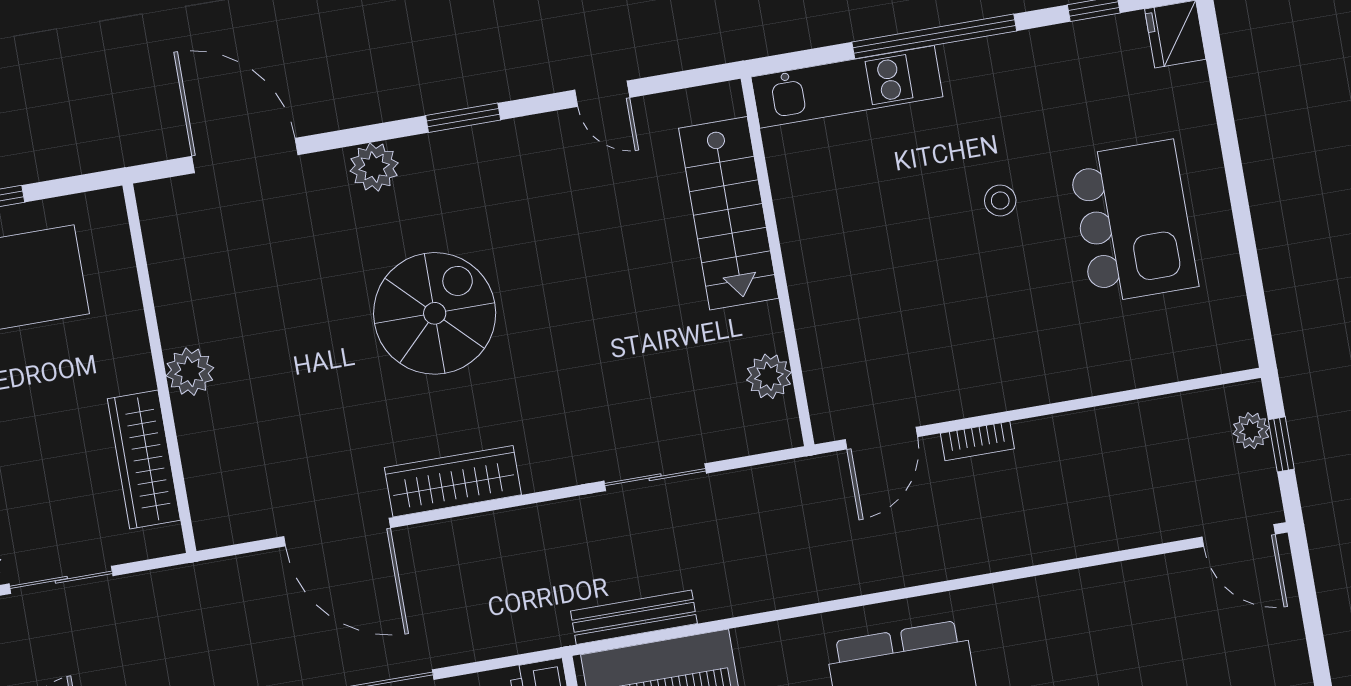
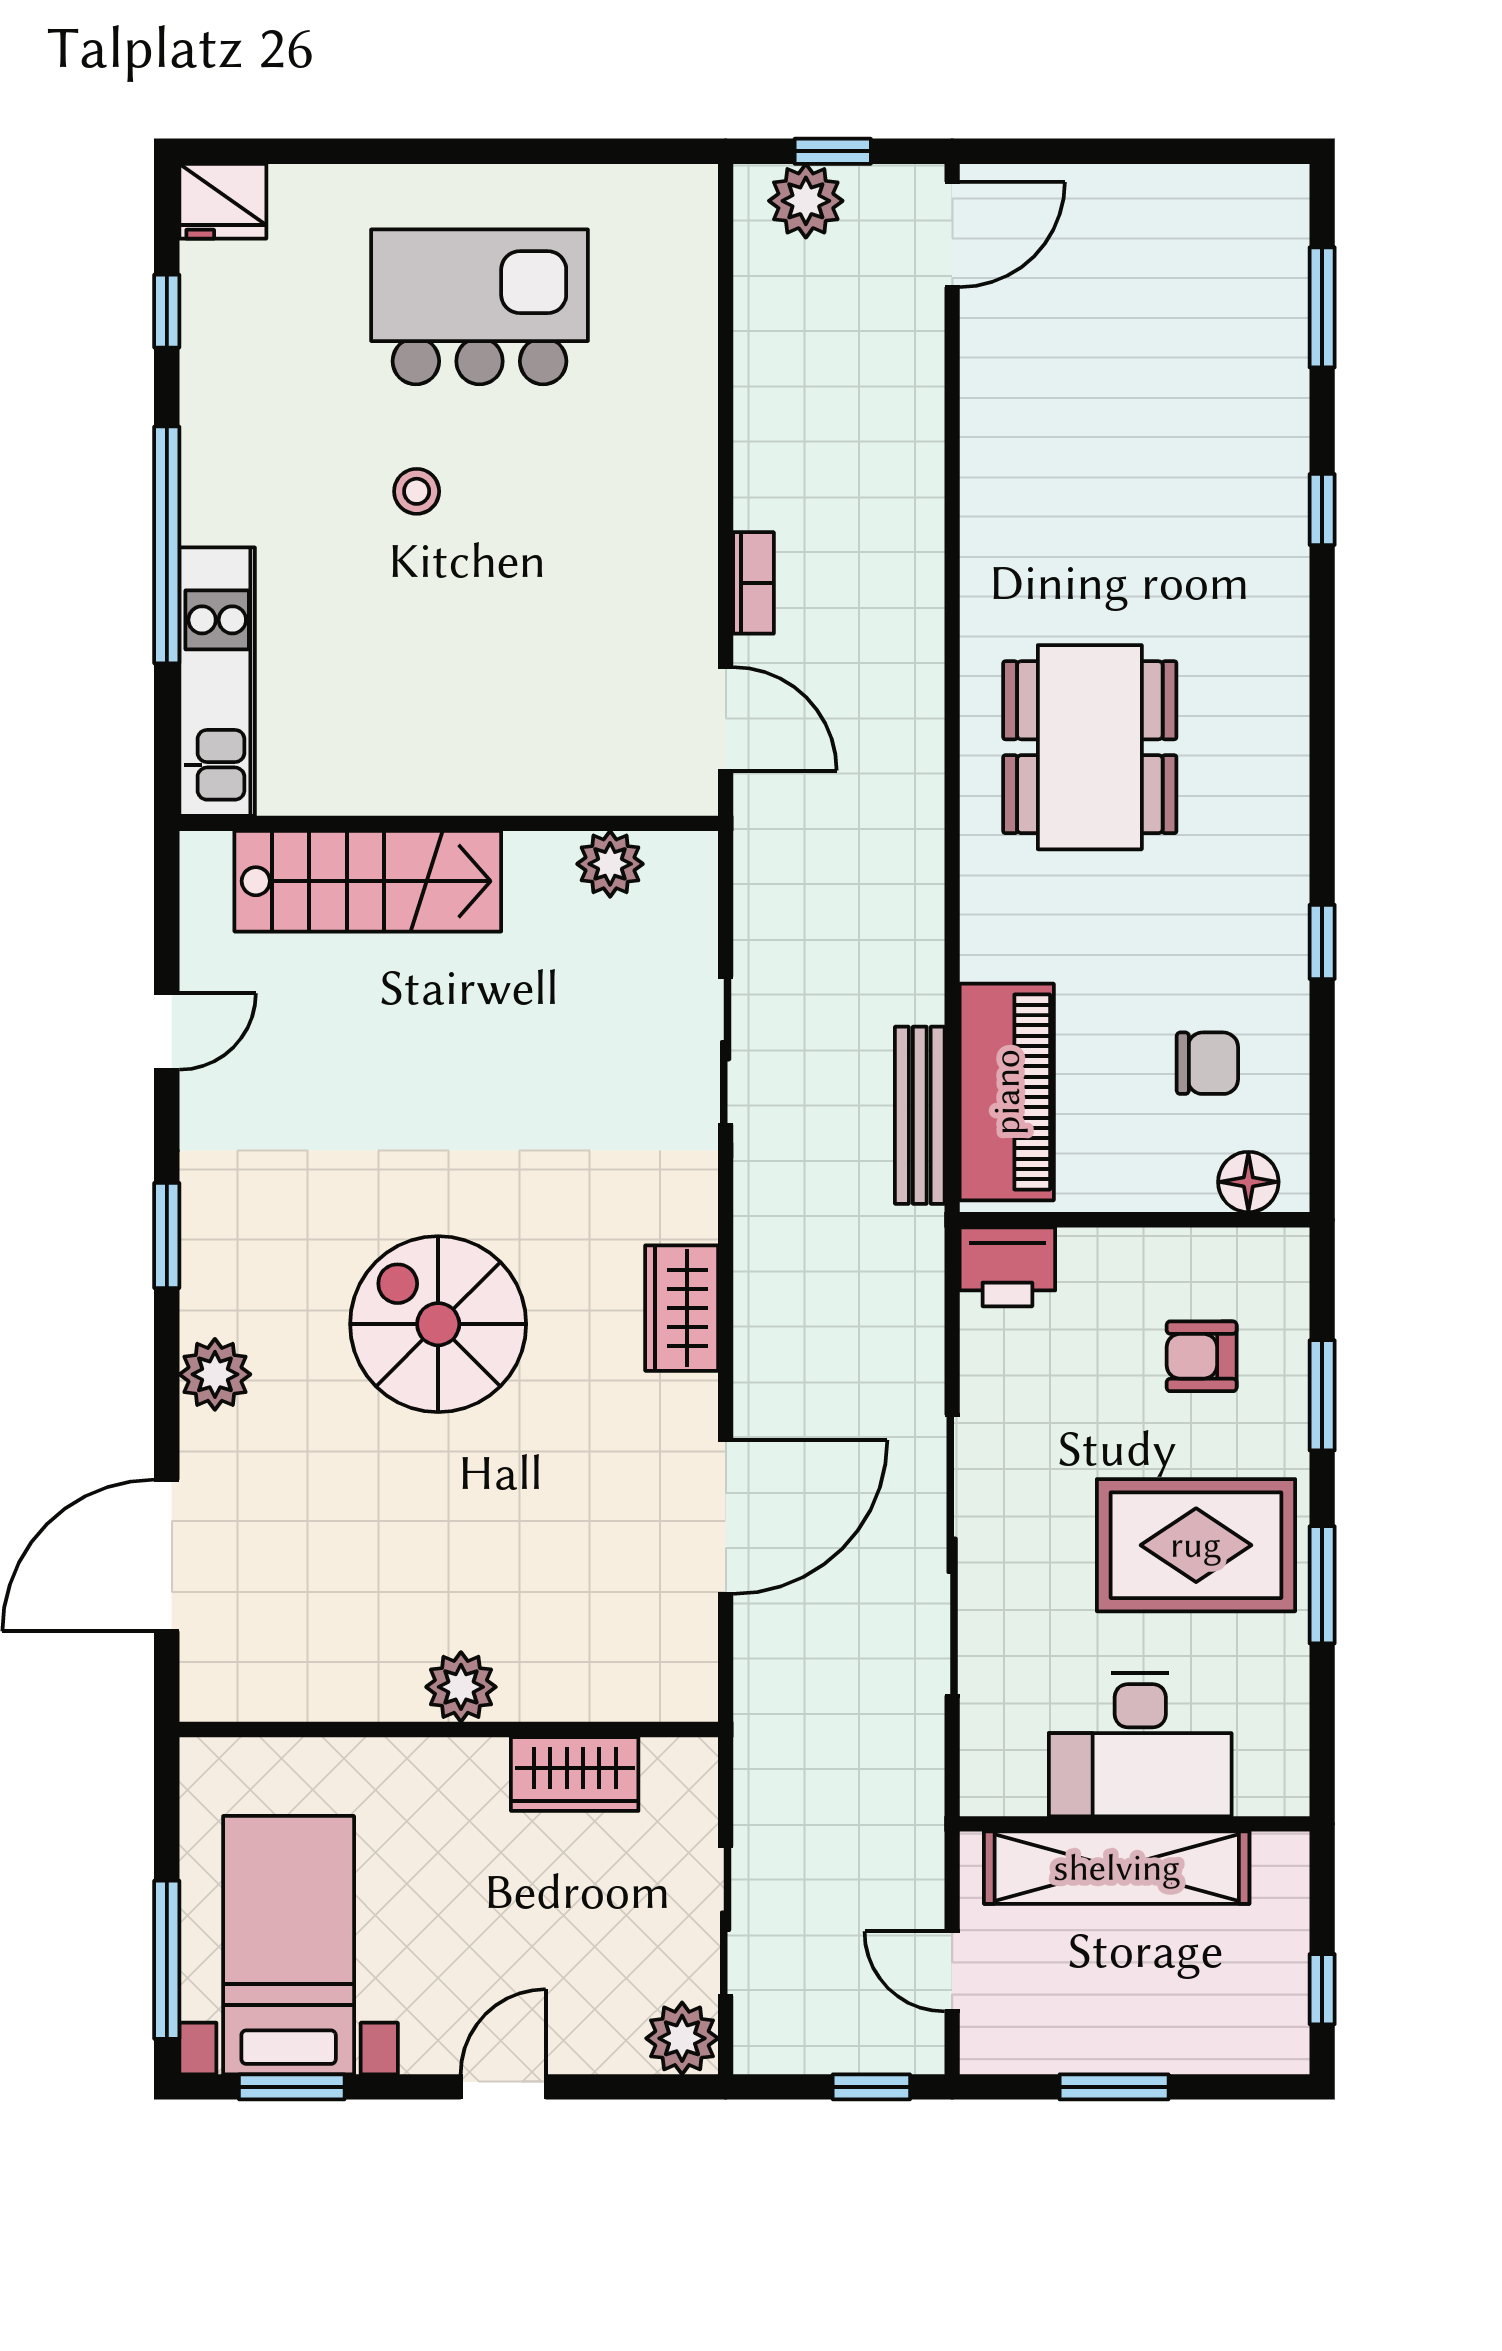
plant: (1251, 431) -> (806, 201), width x1.38, depth x1.38
wardrobe: (144, 459) -> (575, 1774), width x0.67
wardrobe: (453, 481) -> (682, 1308), width x0.67

